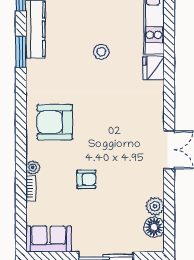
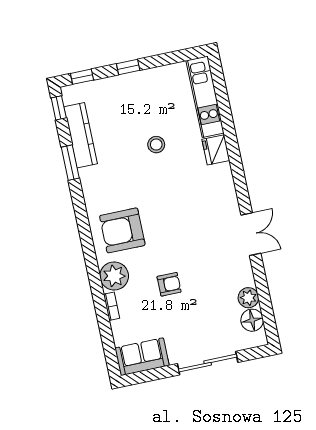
plant: (33, 168) -> (114, 276), width x1.88, depth x1.88

